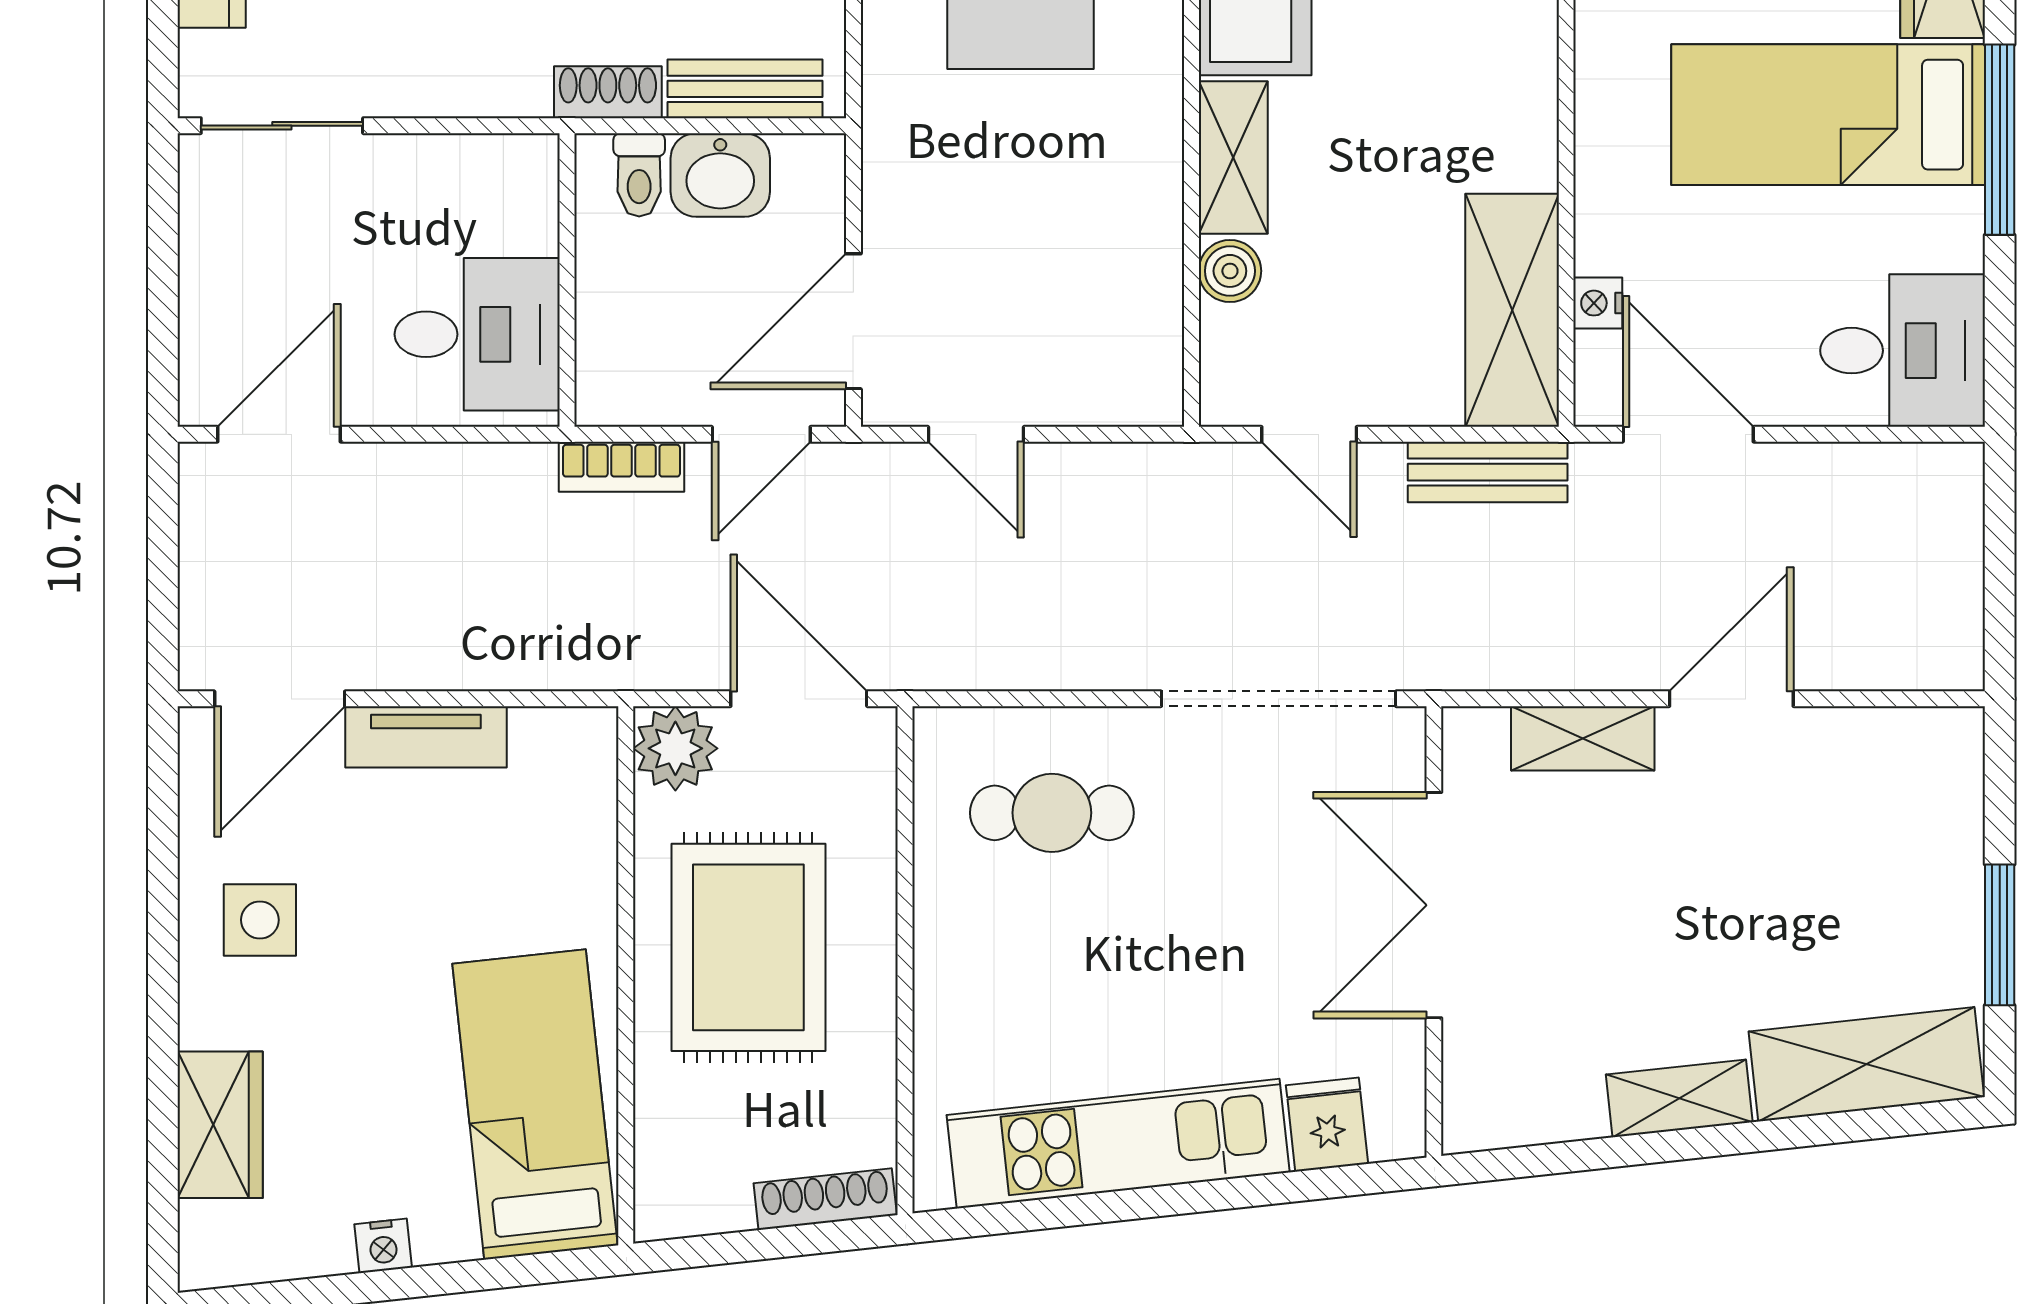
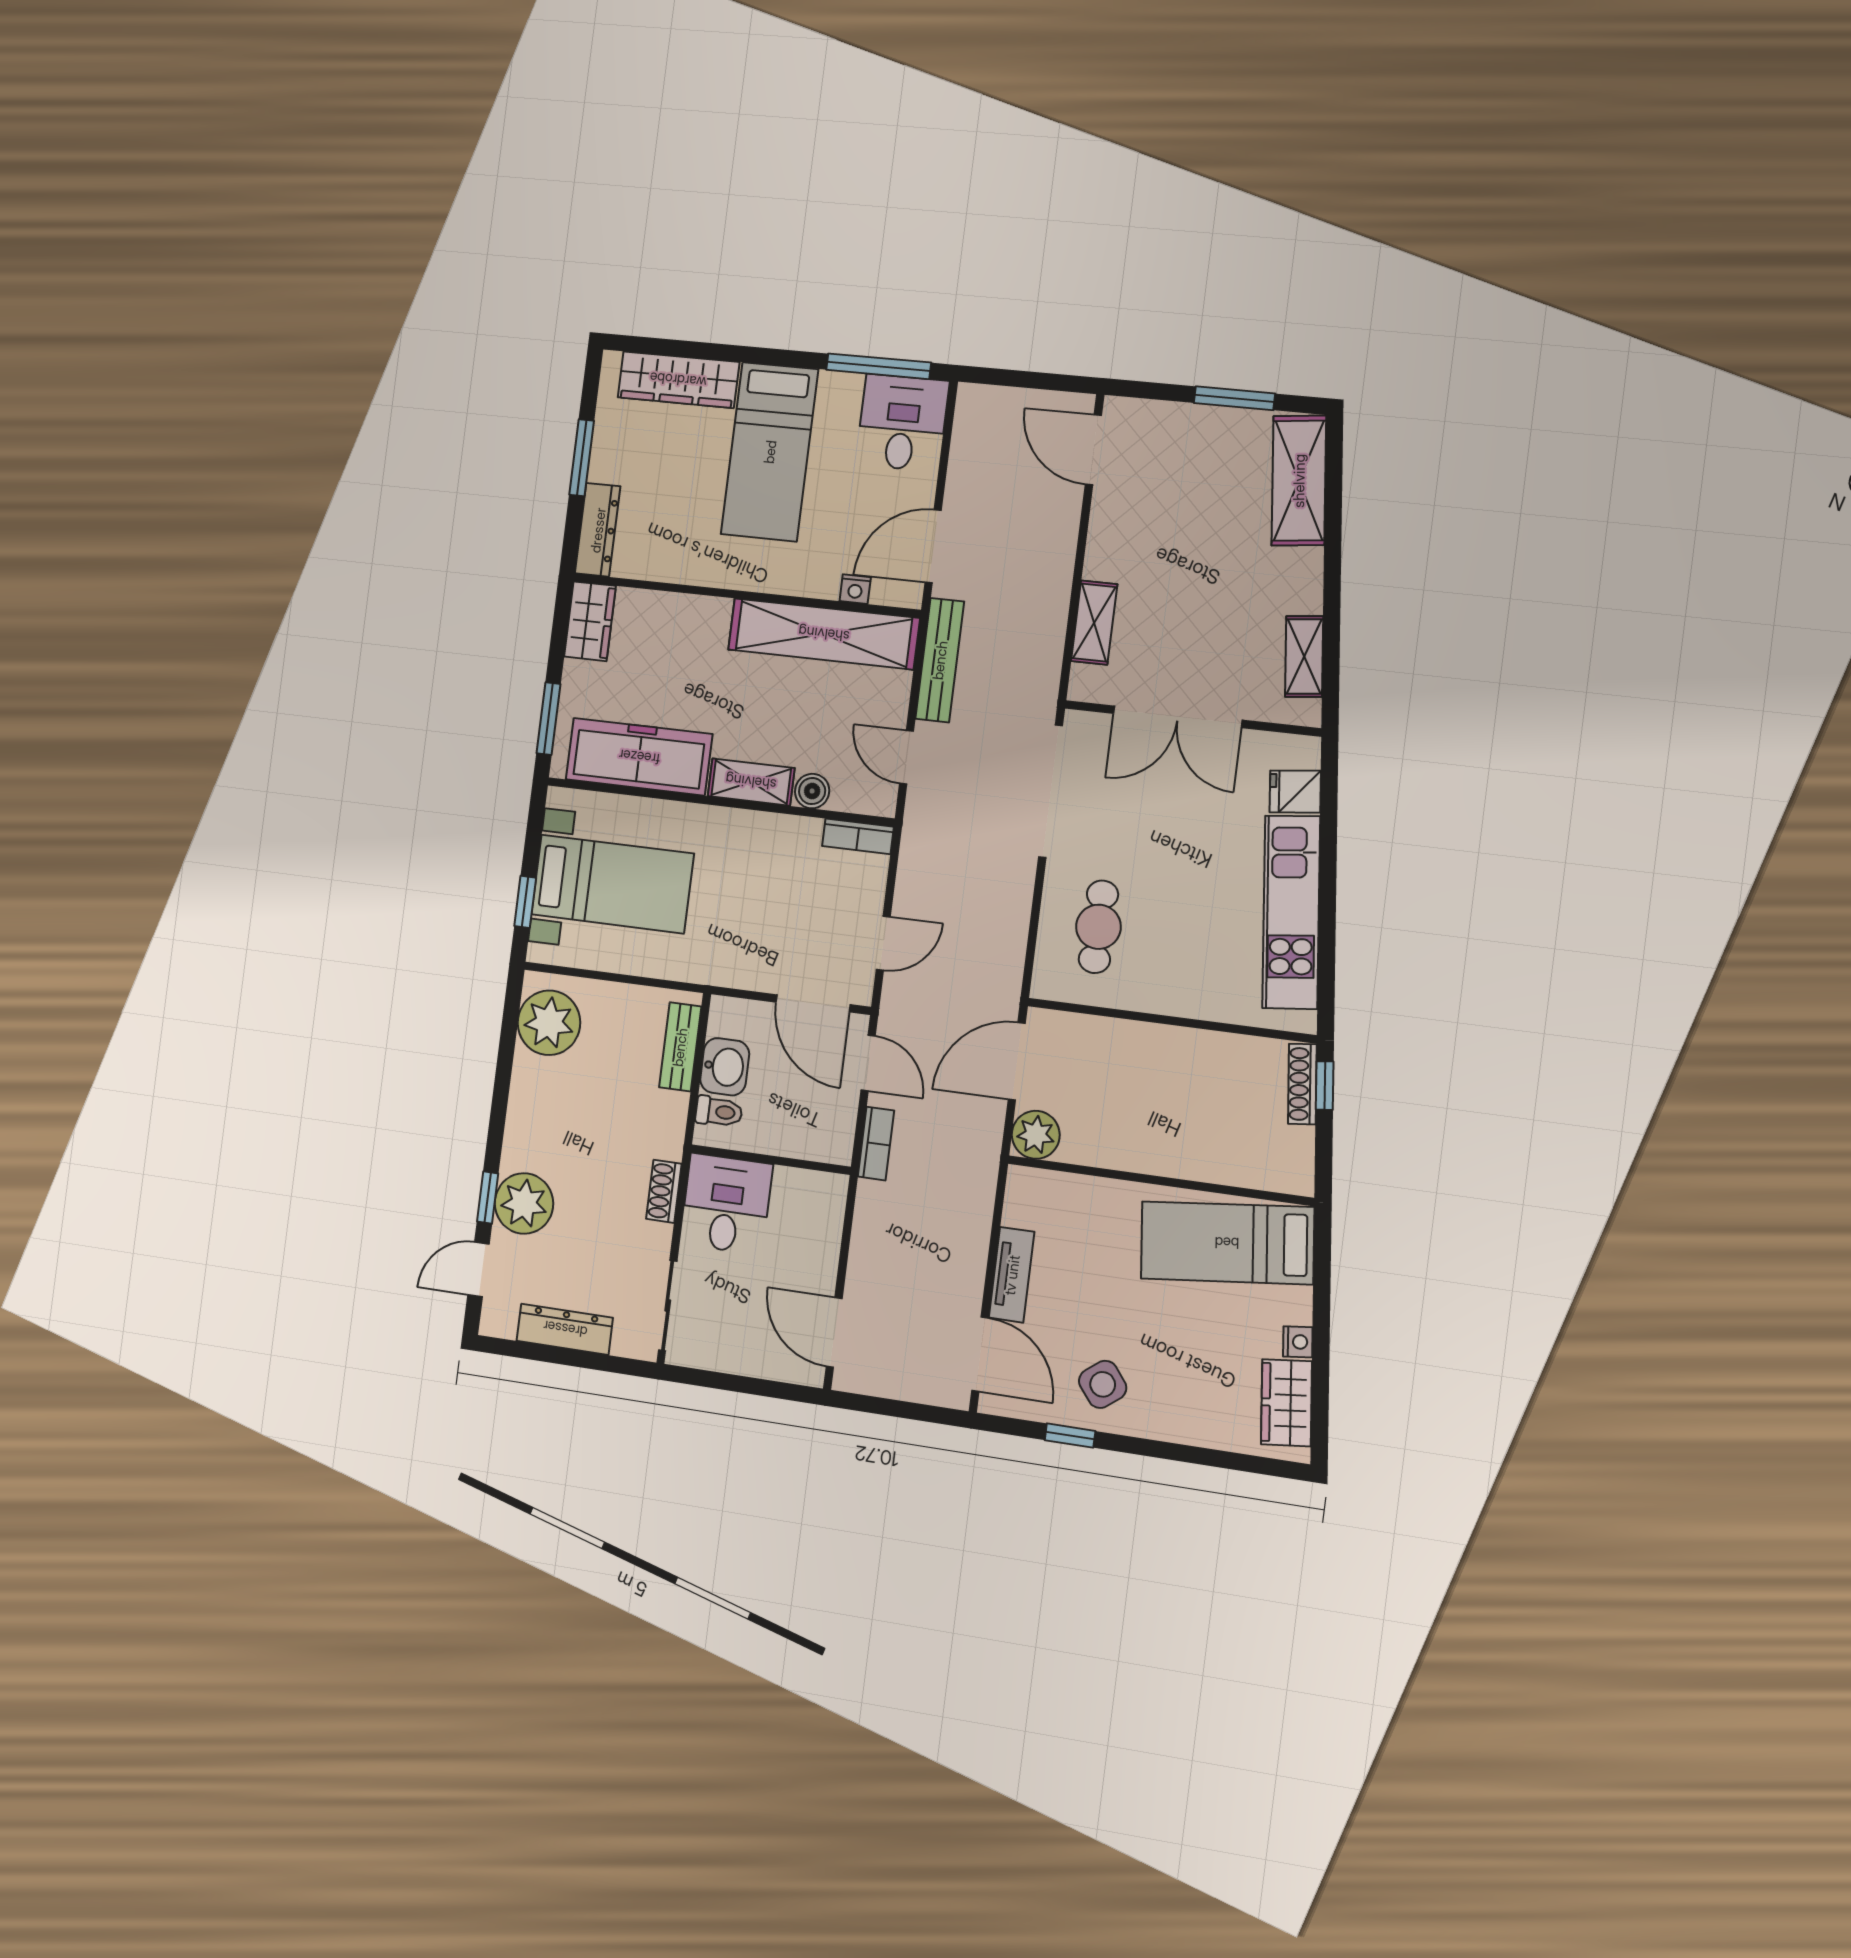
shoe rack: (608, 92) -> (664, 1191), moved
window: (2000, 140) -> (879, 366), moved
shelving: (1512, 310) -> (824, 634), width x1.47
desk: (477, 334) -> (726, 1204), moved
bookcase: (1159, 364) -> (858, 836), added
door: (1309, 434) -> (907, 757), swing flipped
bench: (1488, 472) -> (940, 660), width x1.36
door: (1731, 699) -> (1093, 450), moved
window: (163, 874) -> (1070, 1436), added
side table: (260, 920) -> (1103, 1384), turned -38
rug: (748, 947) -> (1153, 1109), removed
shelving: (1679, 1098) -> (1304, 656), moved
wardrobe: (220, 1125) -> (1287, 1403), moved, turned -96
window: (828, 1237) -> (1325, 1086), added

